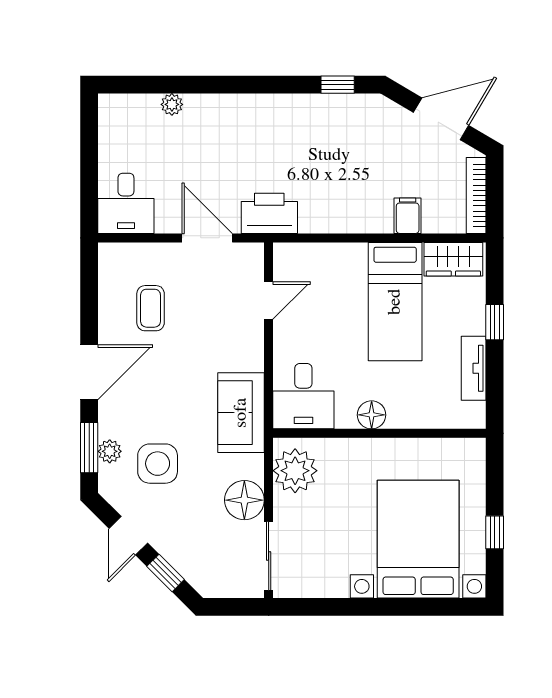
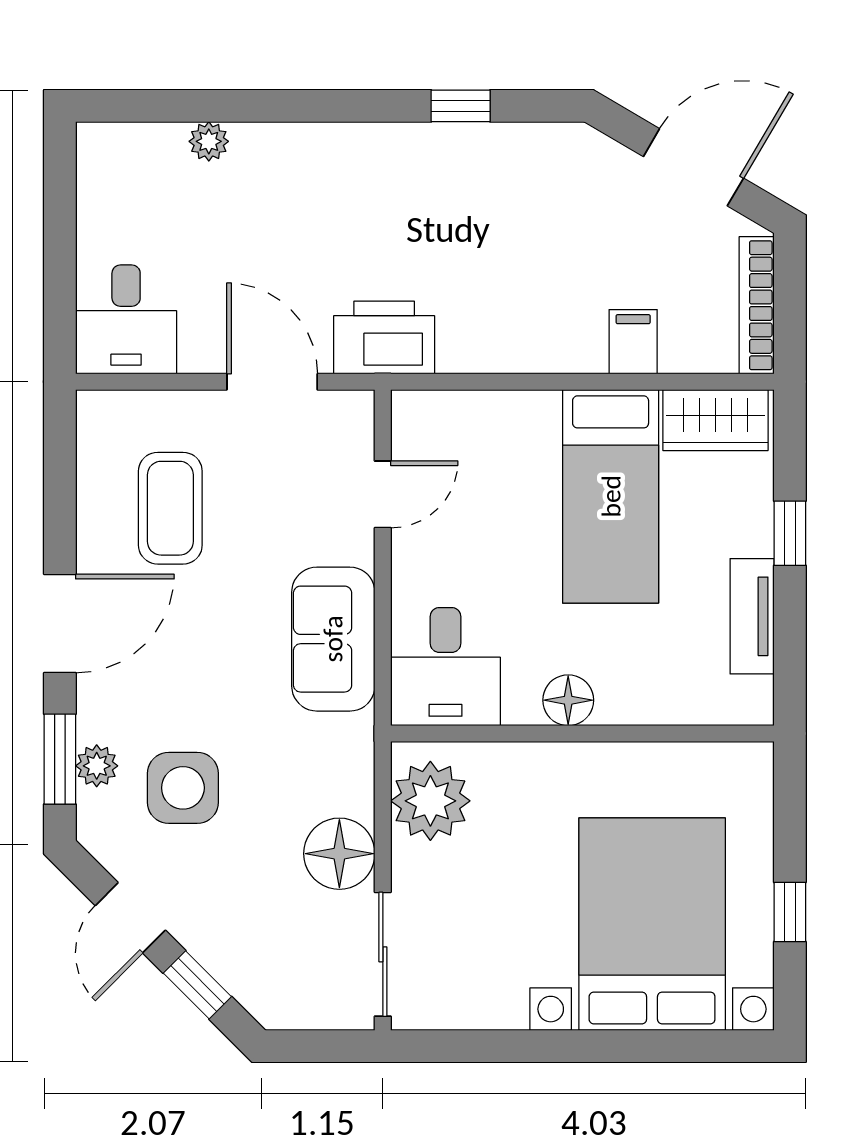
window: (338, 85) -> (461, 106), moved
coffee table: (151, 308) -> (170, 508), width x1.36, depth x1.30
sofa: (241, 413) -> (333, 639), moved

